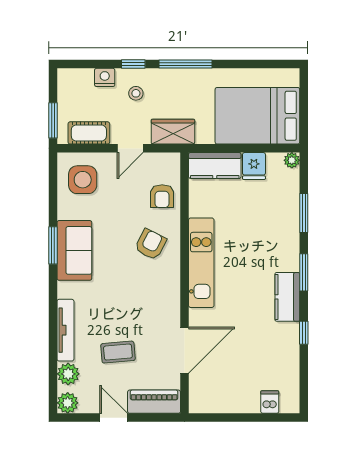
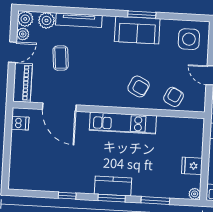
kitchen counter: (215, 166) -> (194, 137), removed
armchair: (162, 196) -> (174, 97), turned 117
kitchen counter: (287, 297) -> (113, 186), moved
dishwasher: (270, 402) -> (20, 123), moved
plant: (88, 405) -> (23, 34), added

